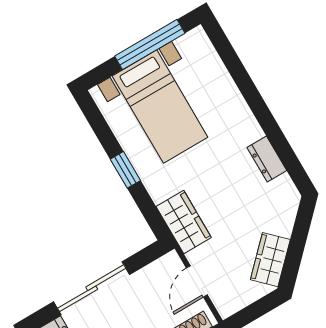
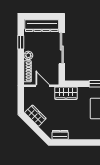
dresser: (267, 159) -> (60, 135), moved

